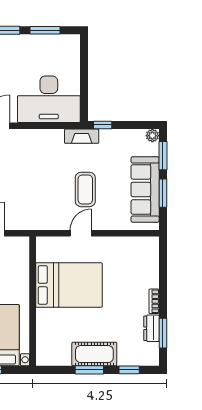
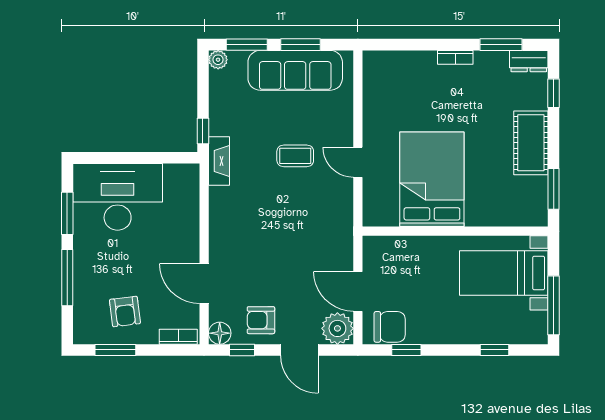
desk: (49, 99) -> (118, 197), moved, turned -90
coffee table: (85, 189) -> (295, 156), width x0.73, depth x0.77
dresser: (151, 328) -> (529, 61), moved
window: (89, 370) -> (554, 189), moved

